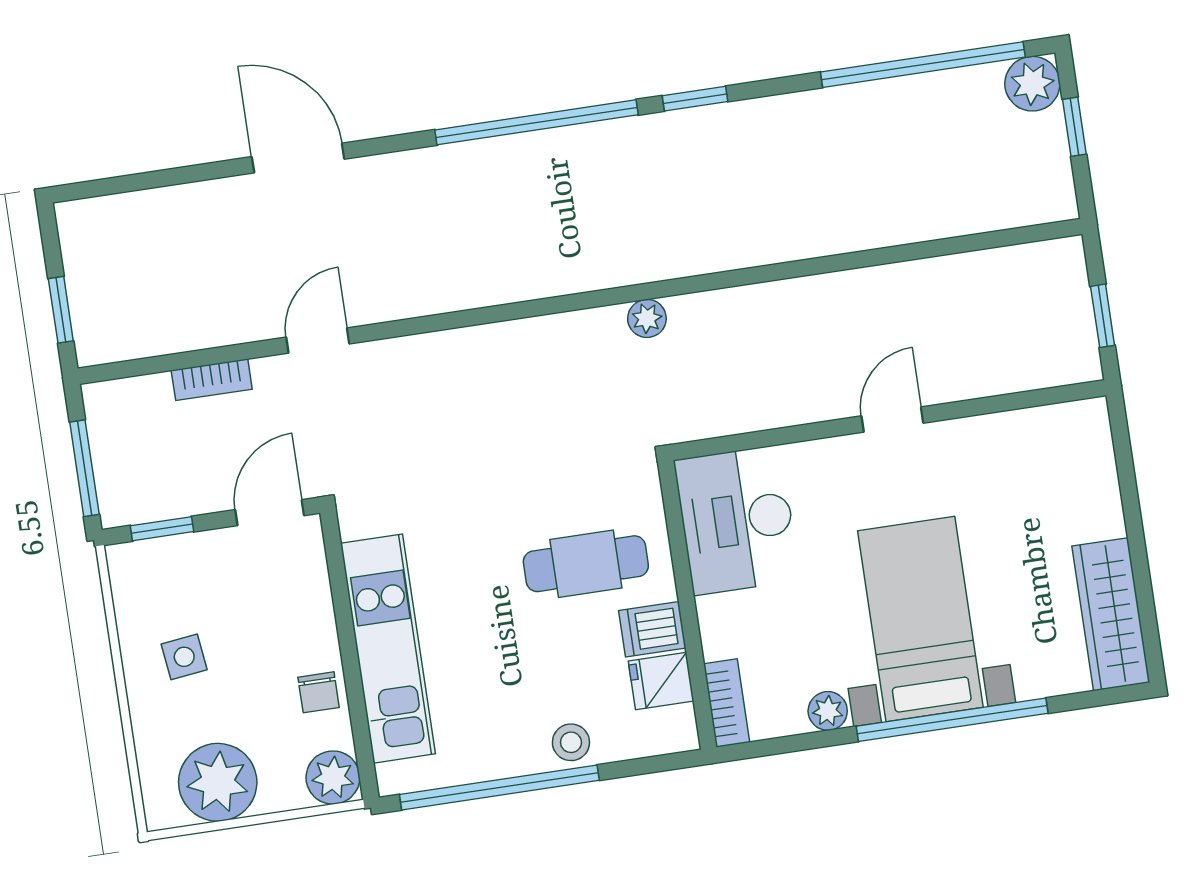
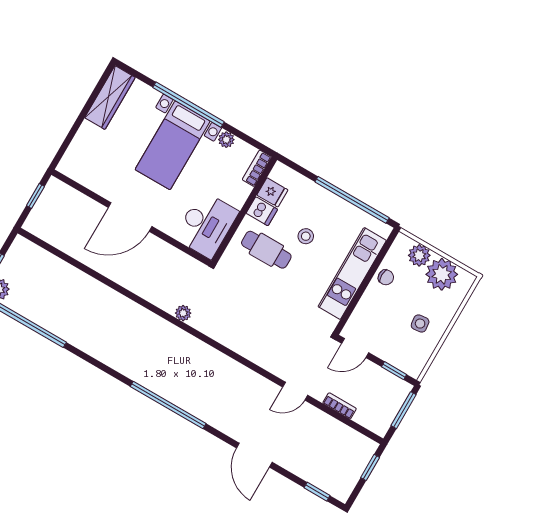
window: (695, 99) -> (317, 492), moved
door: (892, 420) -> (130, 217), width x1.88
chair: (319, 692) -> (386, 277), turned 90
stool: (571, 742) -> (306, 236), moved
plant: (333, 778) -> (419, 255), moved

